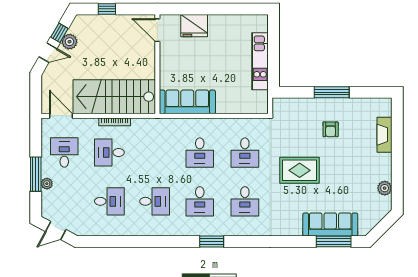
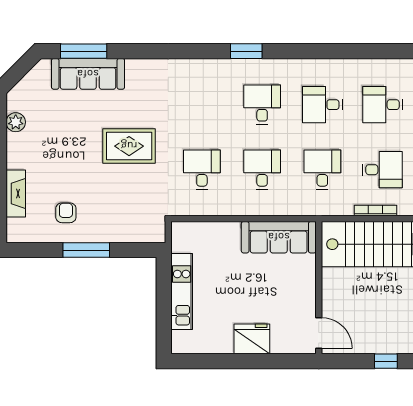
fridge: (194, 26) -> (252, 339), moved
armchair: (331, 129) -> (66, 213), moved
desk: (245, 201) -> (322, 170), moved

